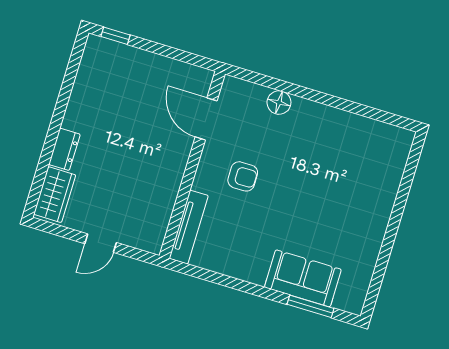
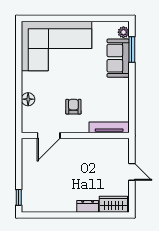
corner sofa: (356, 179) -> (56, 46), added
plant: (345, 301) -> (123, 32), added

